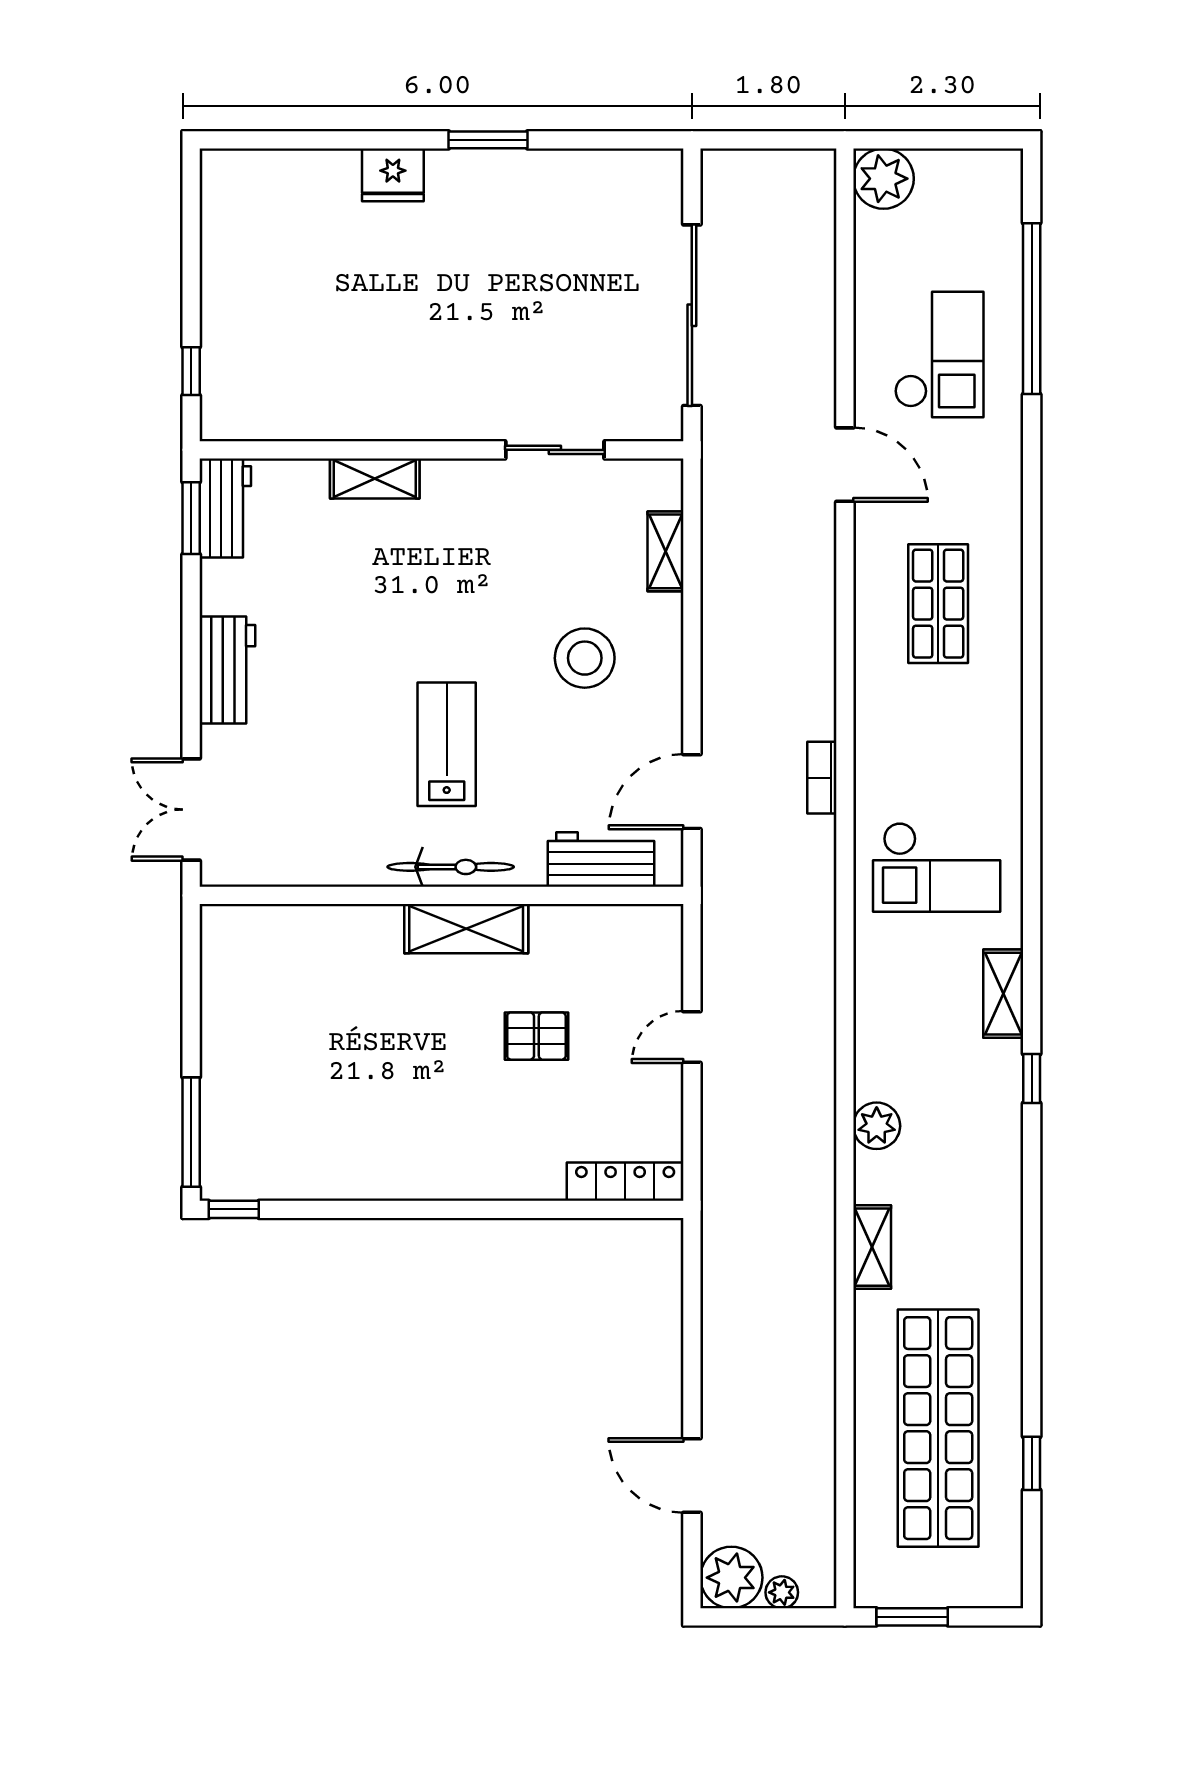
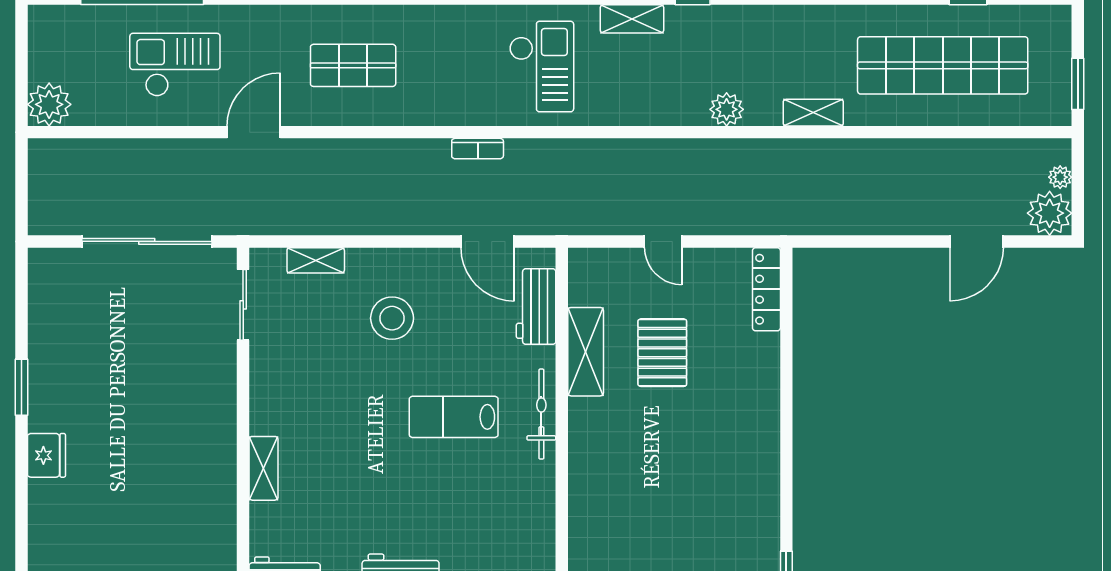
sliding door: (555, 450) -> (243, 305), moved
shelving: (466, 929) -> (586, 352), moved
pallet: (536, 1036) -> (662, 353), width x1.50, depth x1.42

